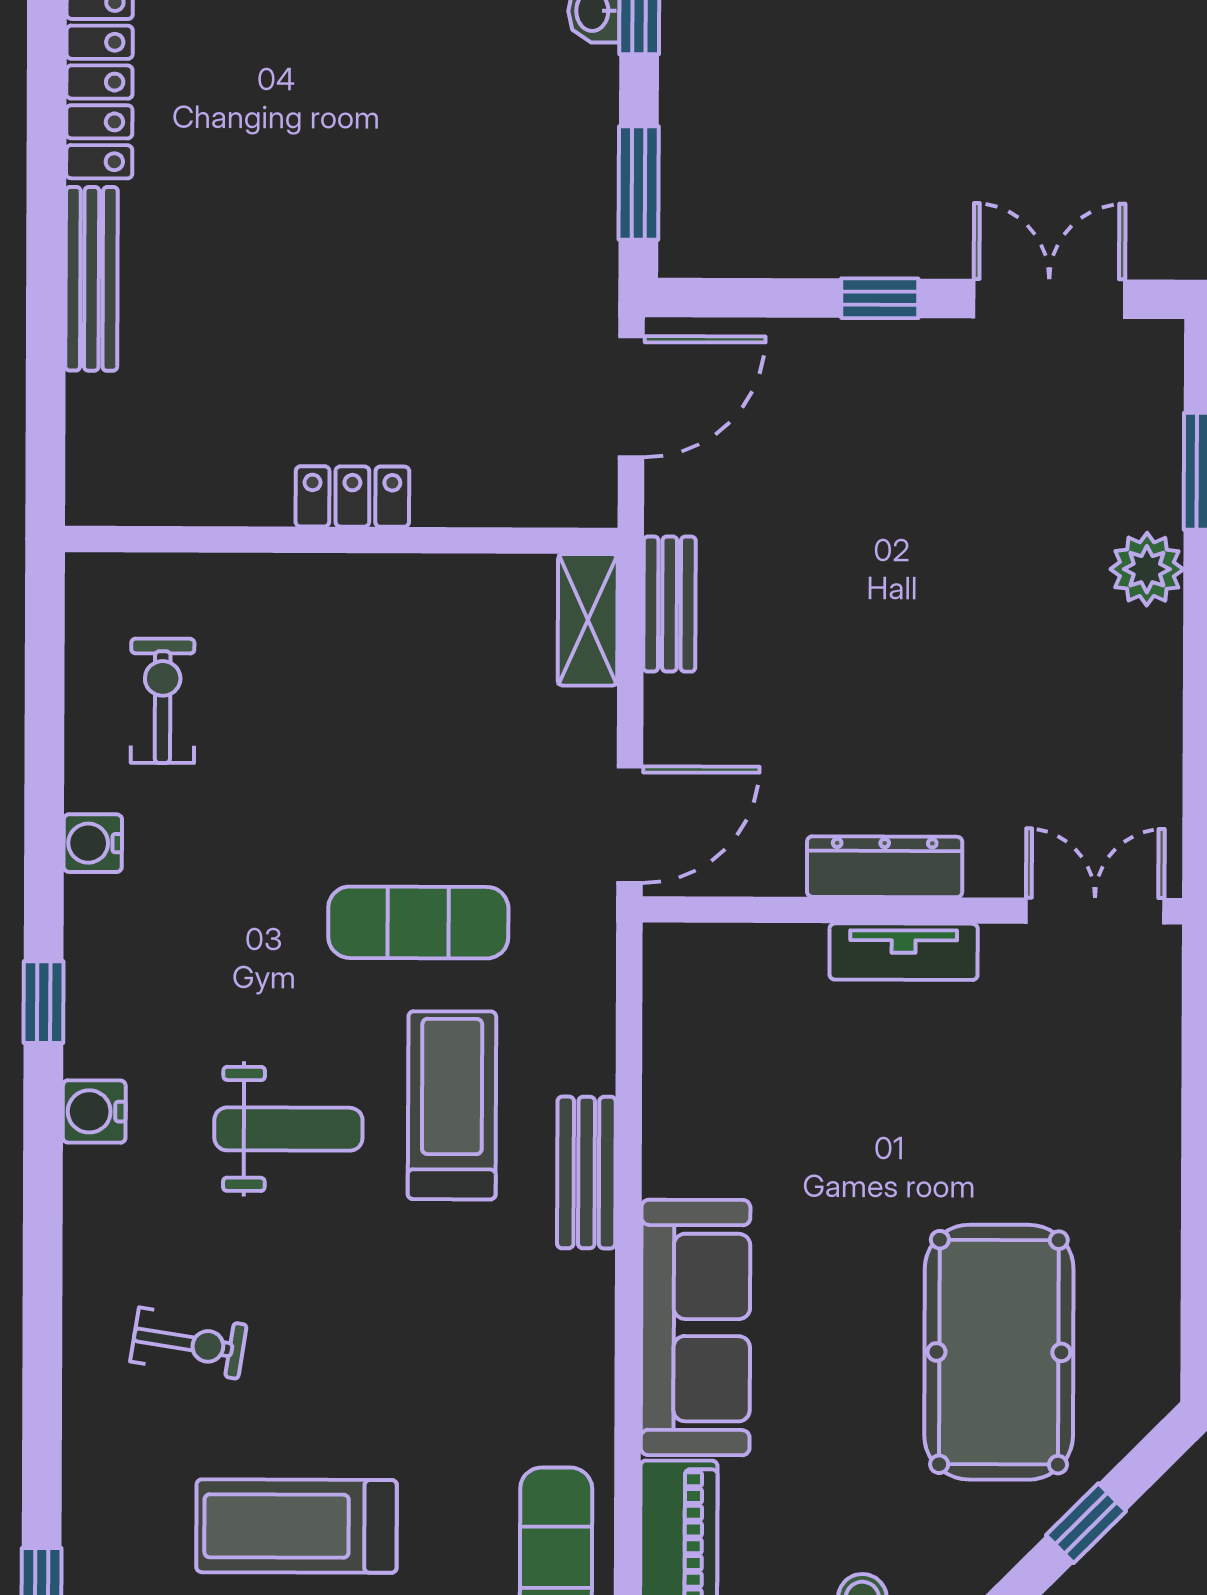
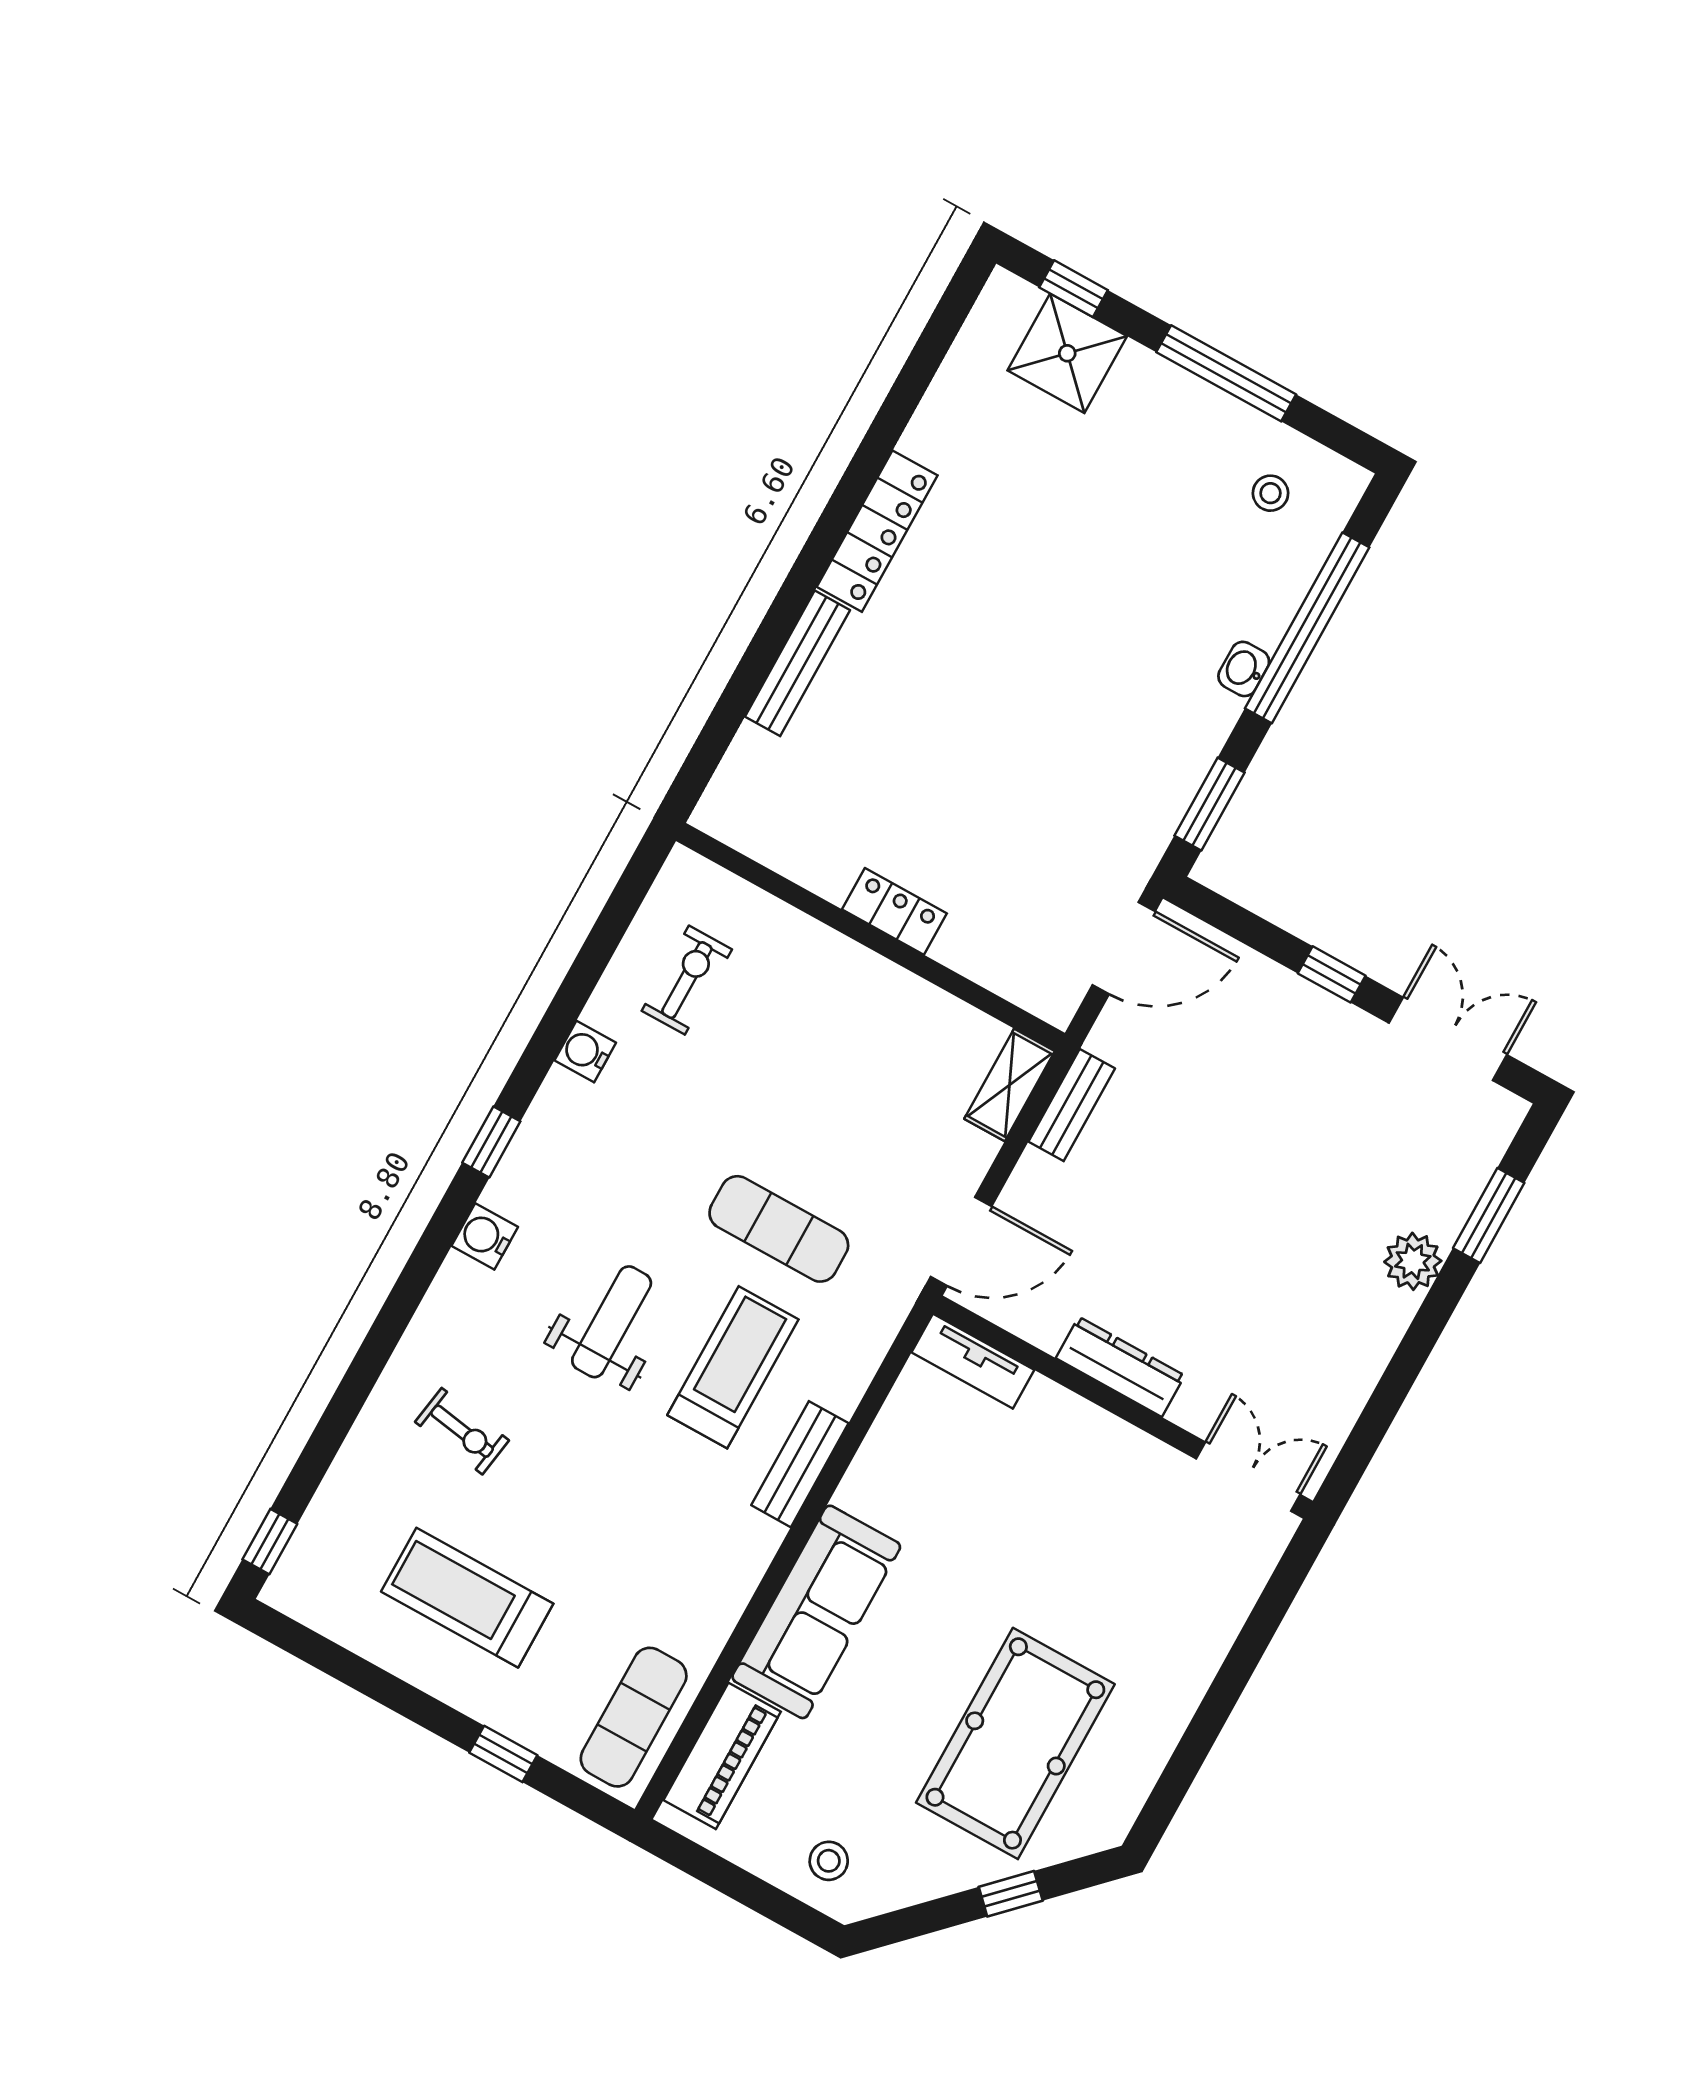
tv unit: (904, 952) -> (973, 1361), moved
weight bench: (288, 1129) -> (612, 1322), turned -90

